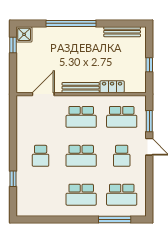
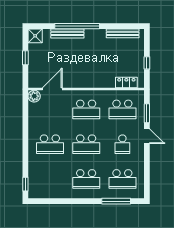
window: (13, 45) -> (25, 58), moved
locker: (112, 87) -> (126, 83), moved
bench: (81, 88) -> (67, 33), moved
plant: (23, 102) -> (34, 96), added
school desk: (41, 156) -> (50, 144), width x1.85
window: (13, 179) -> (25, 184), moved

